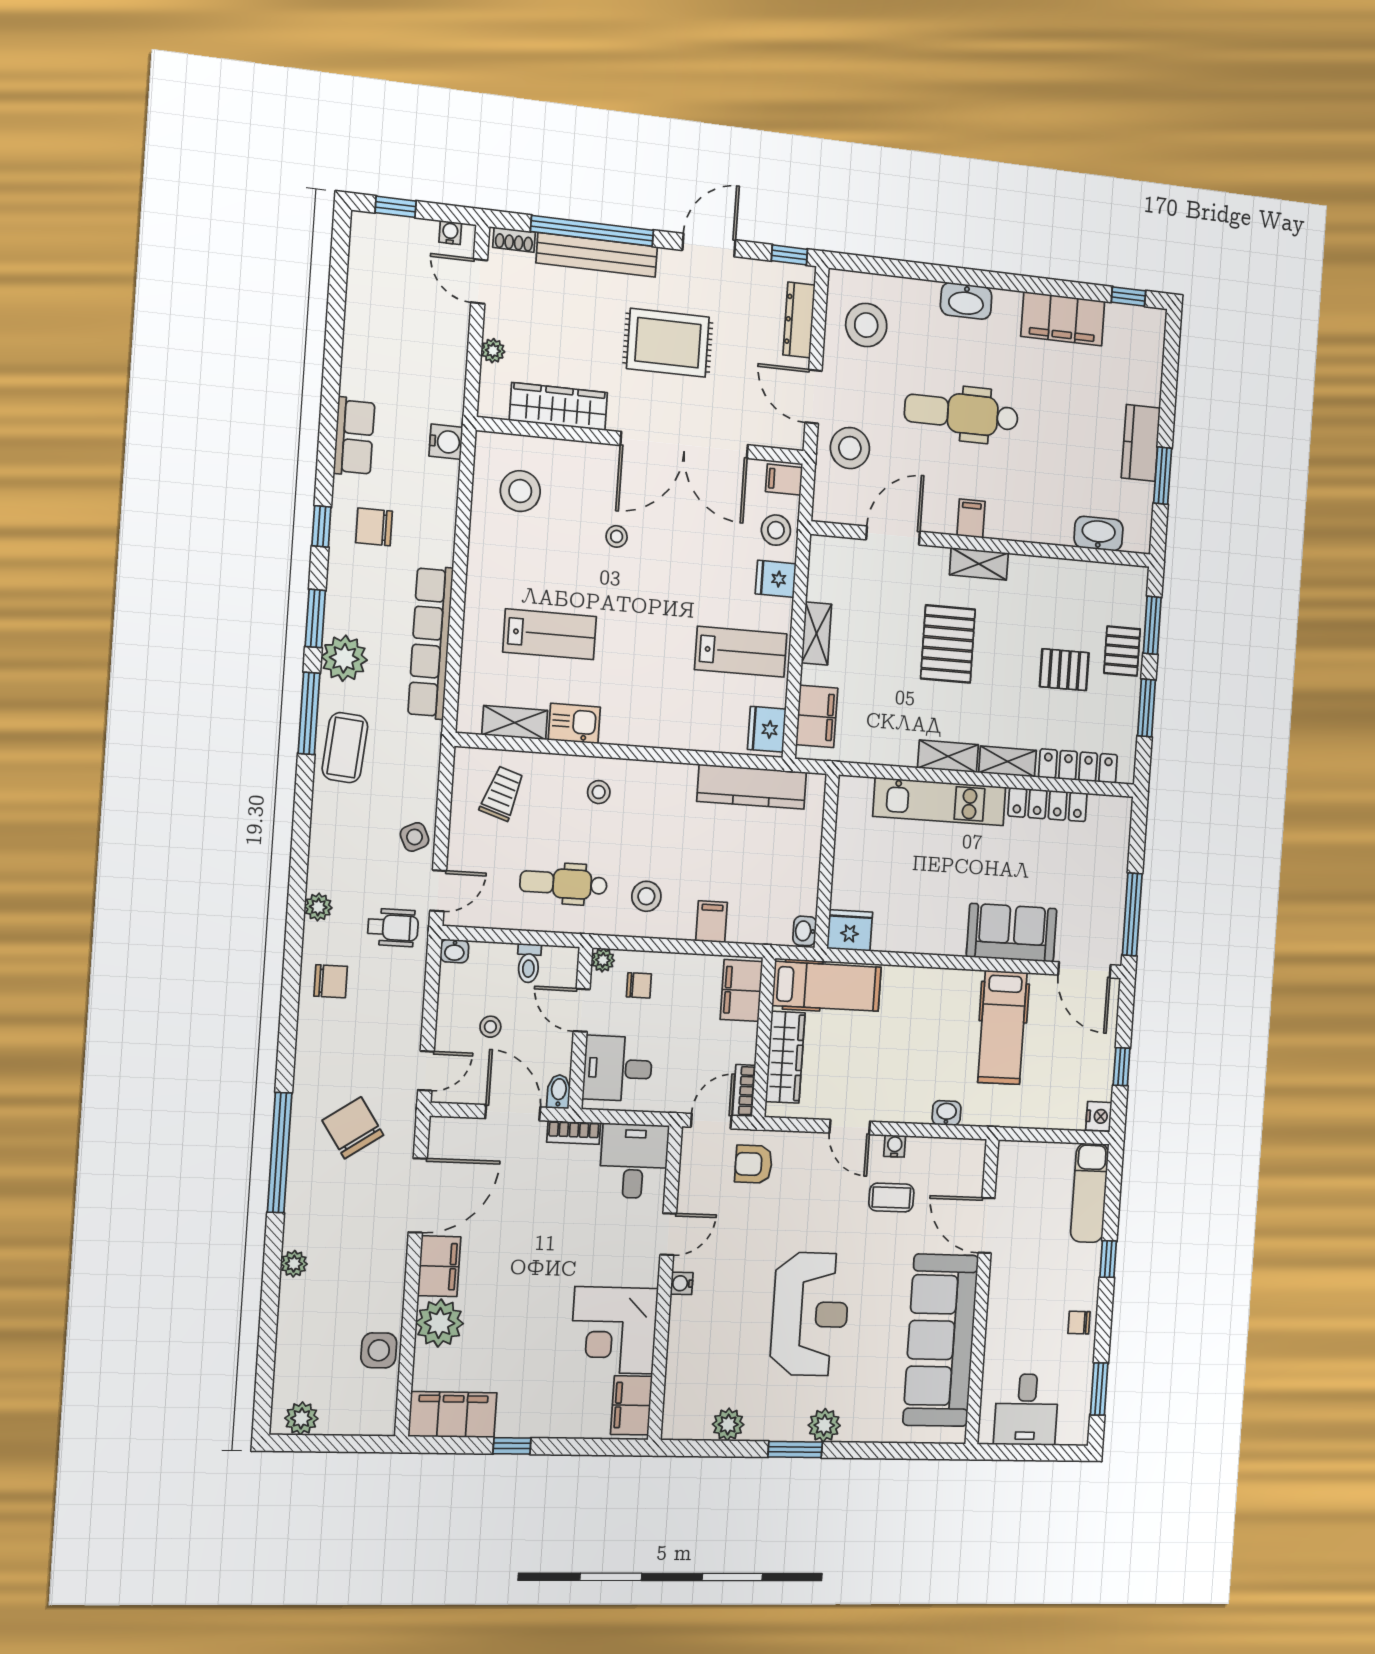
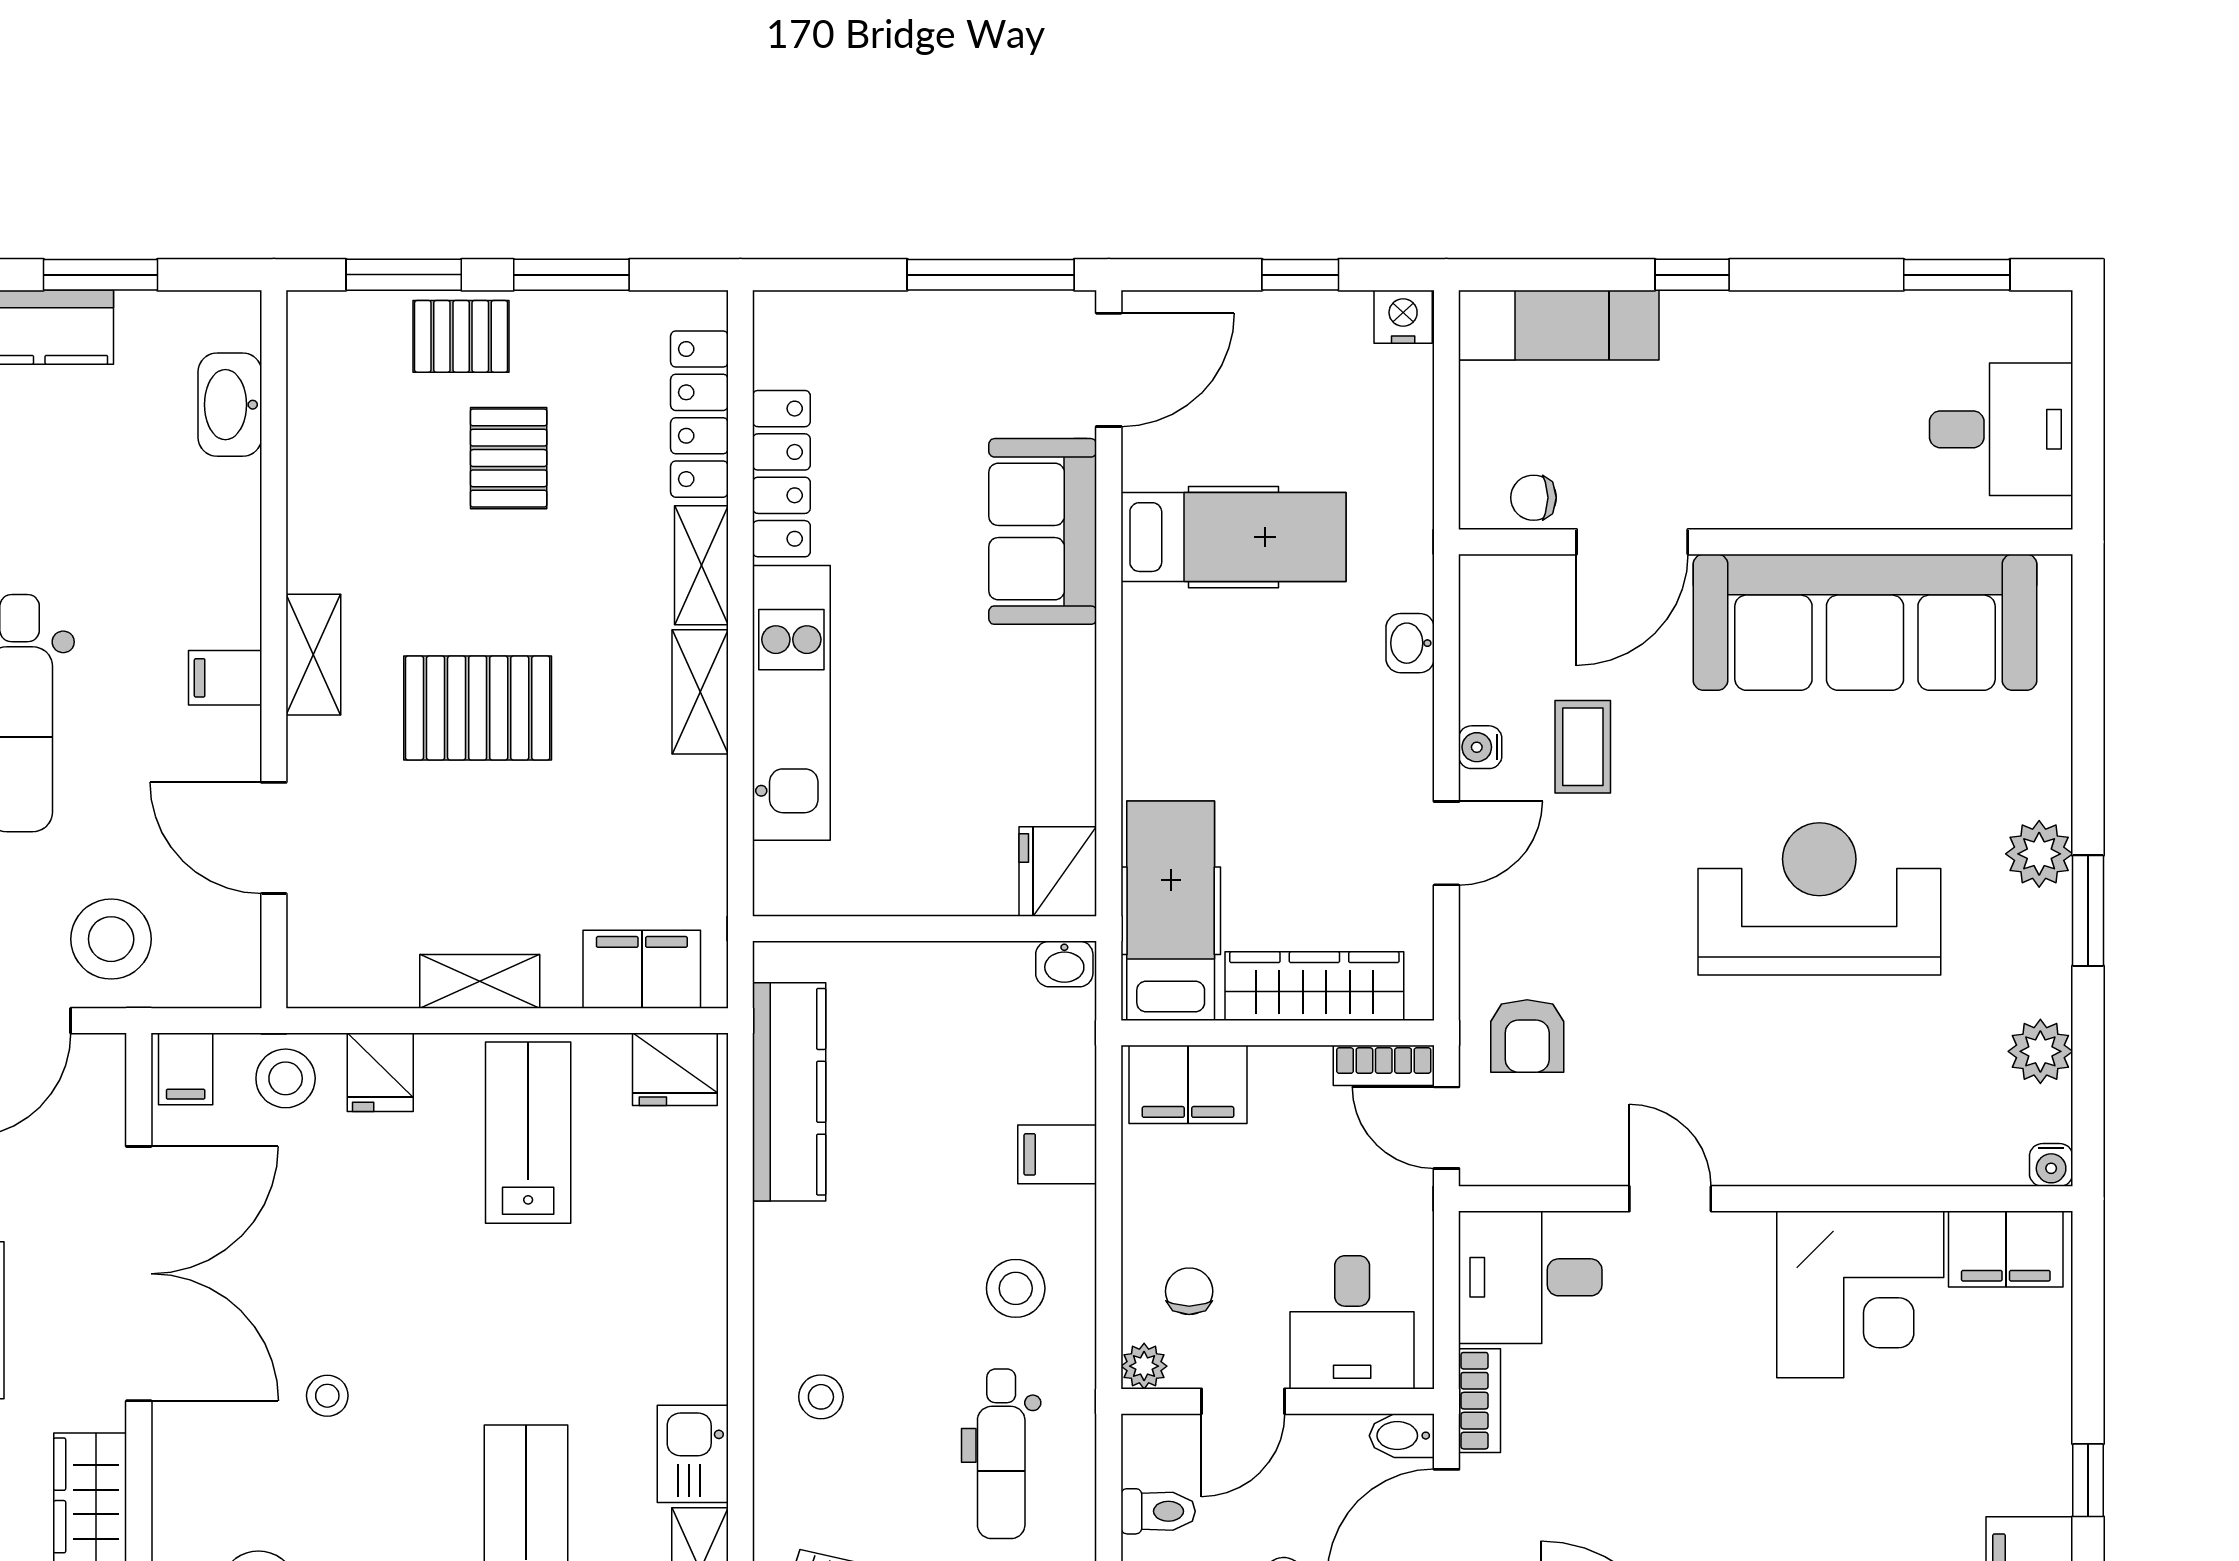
water cooler: (682, 1283) -> (2051, 1165), moved
chair: (1079, 1323) -> (1534, 498), moved, turned 90

